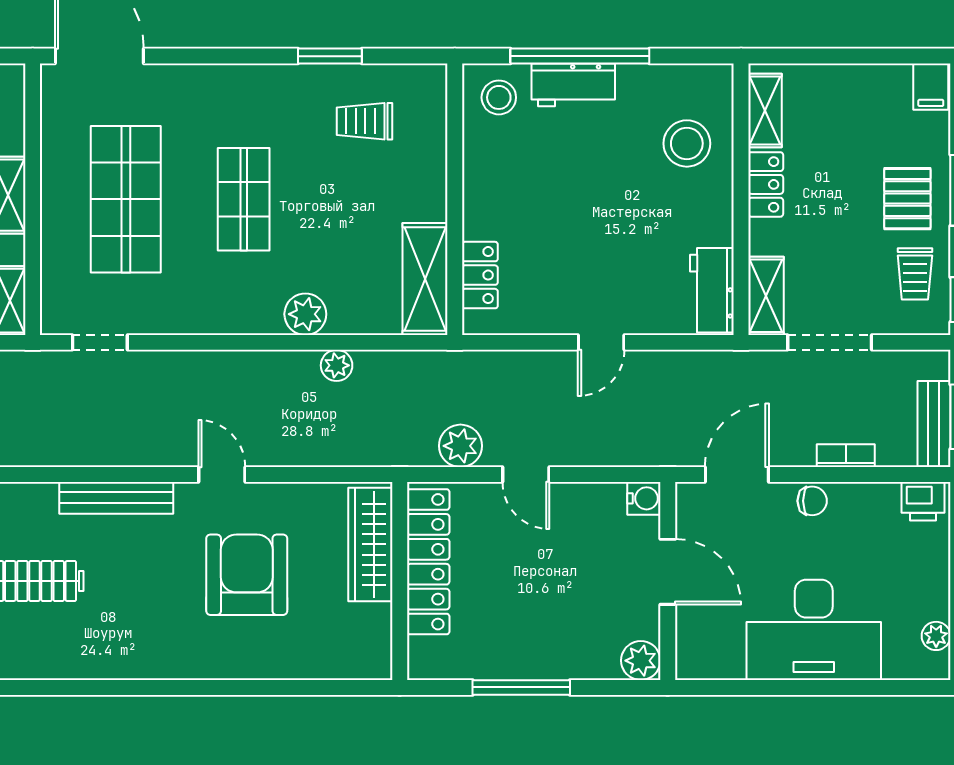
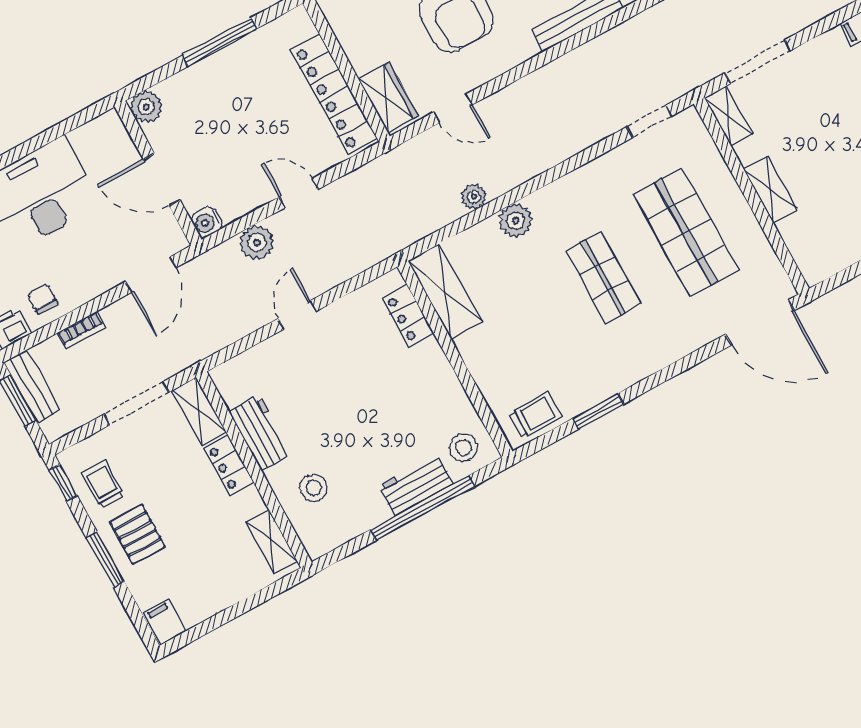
trolley: (364, 121) -> (535, 415), moved
stool: (687, 143) -> (314, 488), width x0.73, depth x0.73
locker: (766, 184) -> (229, 465), moved
workbench: (712, 290) -> (260, 432), moved
plant: (460, 446) -> (257, 242), moved
door: (222, 475) -> (453, 108), moved
chair: (812, 501) -> (42, 299), moved, turned 90
wardrobe: (370, 544) -> (388, 97), width x0.67

